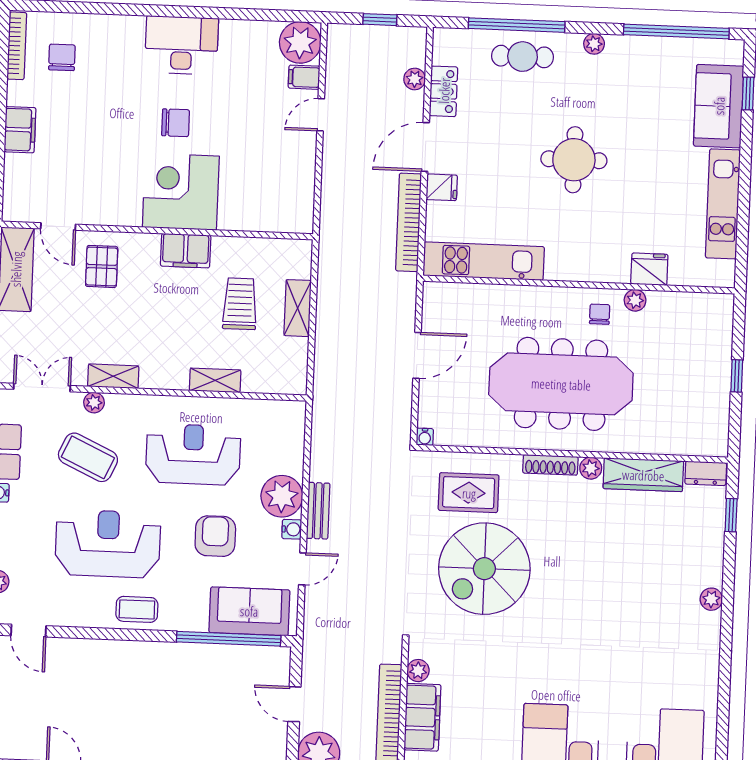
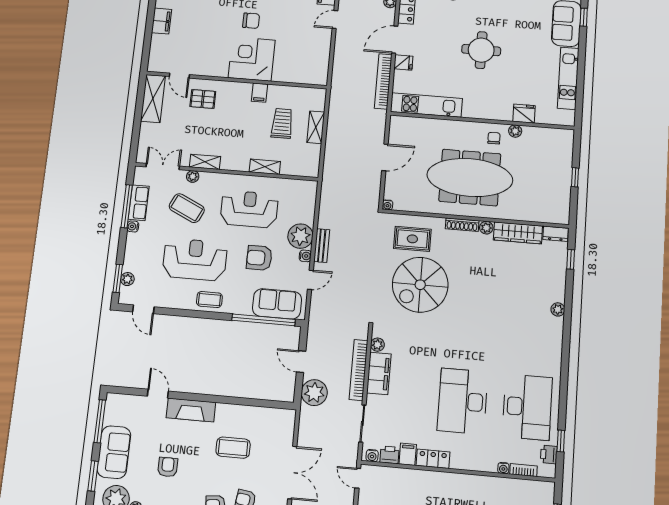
filing cabinet: (186, 251) -> (259, 93), width x0.50
pallet: (102, 266) -> (203, 99), turned 90
armchair: (215, 536) -> (259, 258), turned -90

